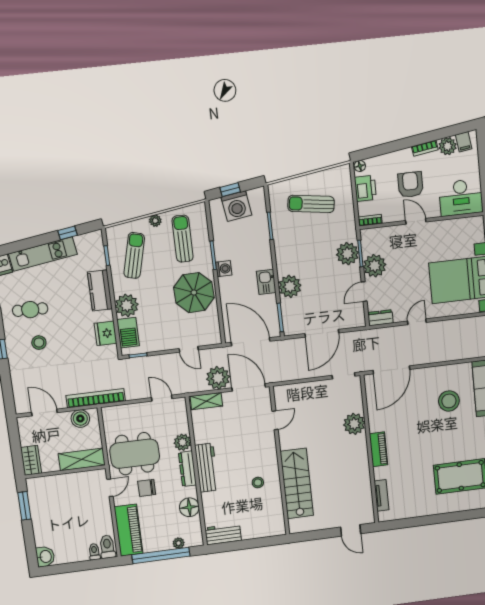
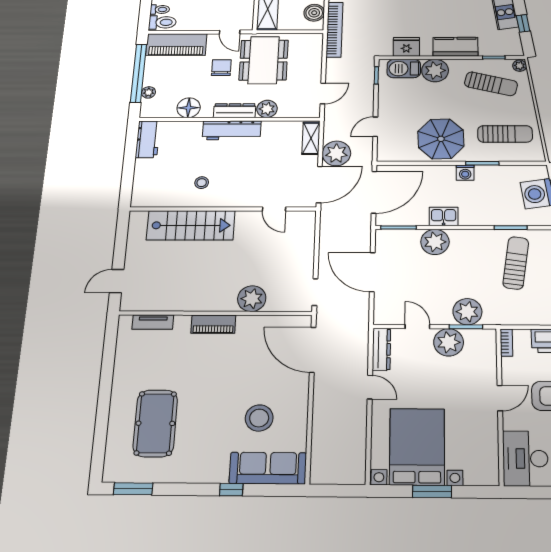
sun lounger: (311, 204) -> (516, 263), moved
plant: (155, 221) -> (520, 66), moved
dresser: (380, 318) -> (381, 349), width x1.44

